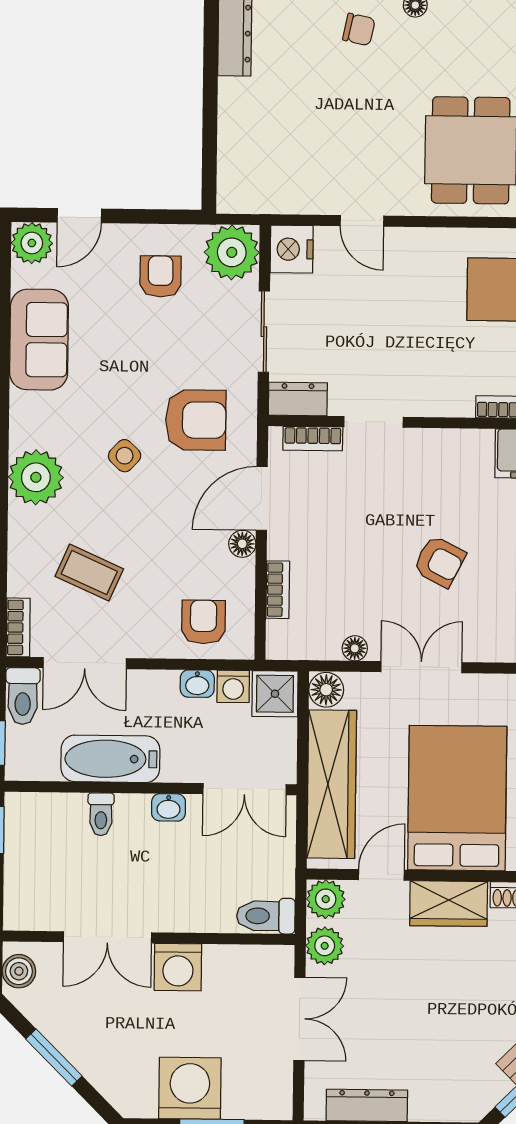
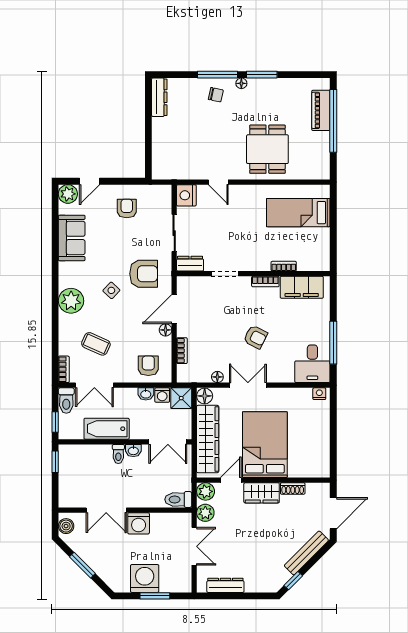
plant: (232, 252) -> (159, 197), removed
bookcase: (313, 439) -> (265, 282), moved
toilet: (101, 814) -> (118, 454), moved

